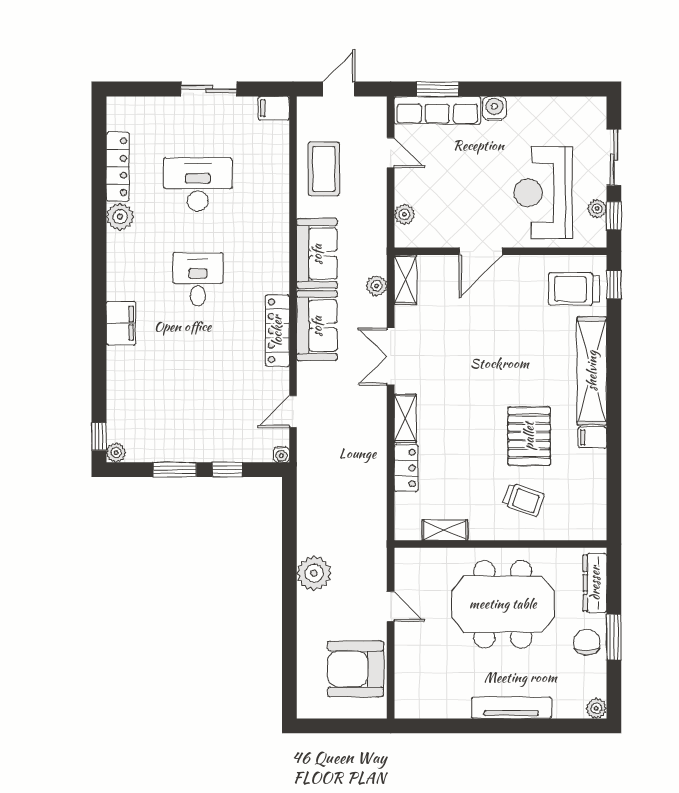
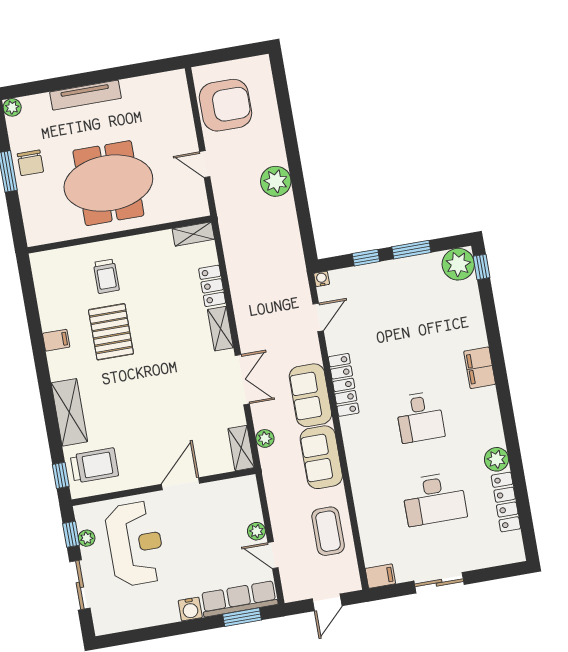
plant: (404, 214) -> (256, 531), moved
shelving: (592, 371) -> (69, 412), width x0.68
plant: (116, 453) -> (458, 264), width x1.87, depth x1.87
trolley: (523, 500) -> (106, 276), turned -109
shelving: (445, 530) -> (193, 234), moved
dresser: (595, 583) -> (32, 215), removed

